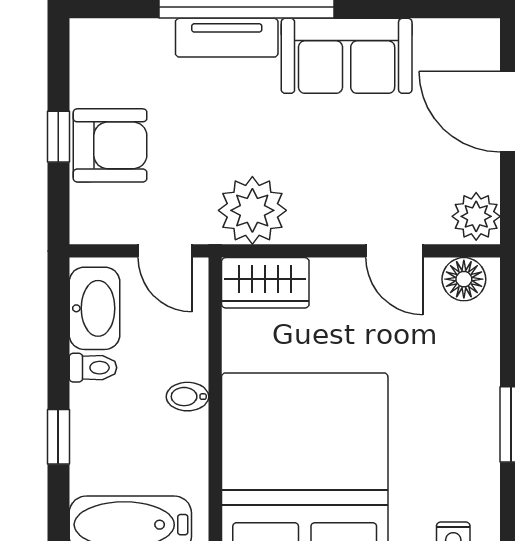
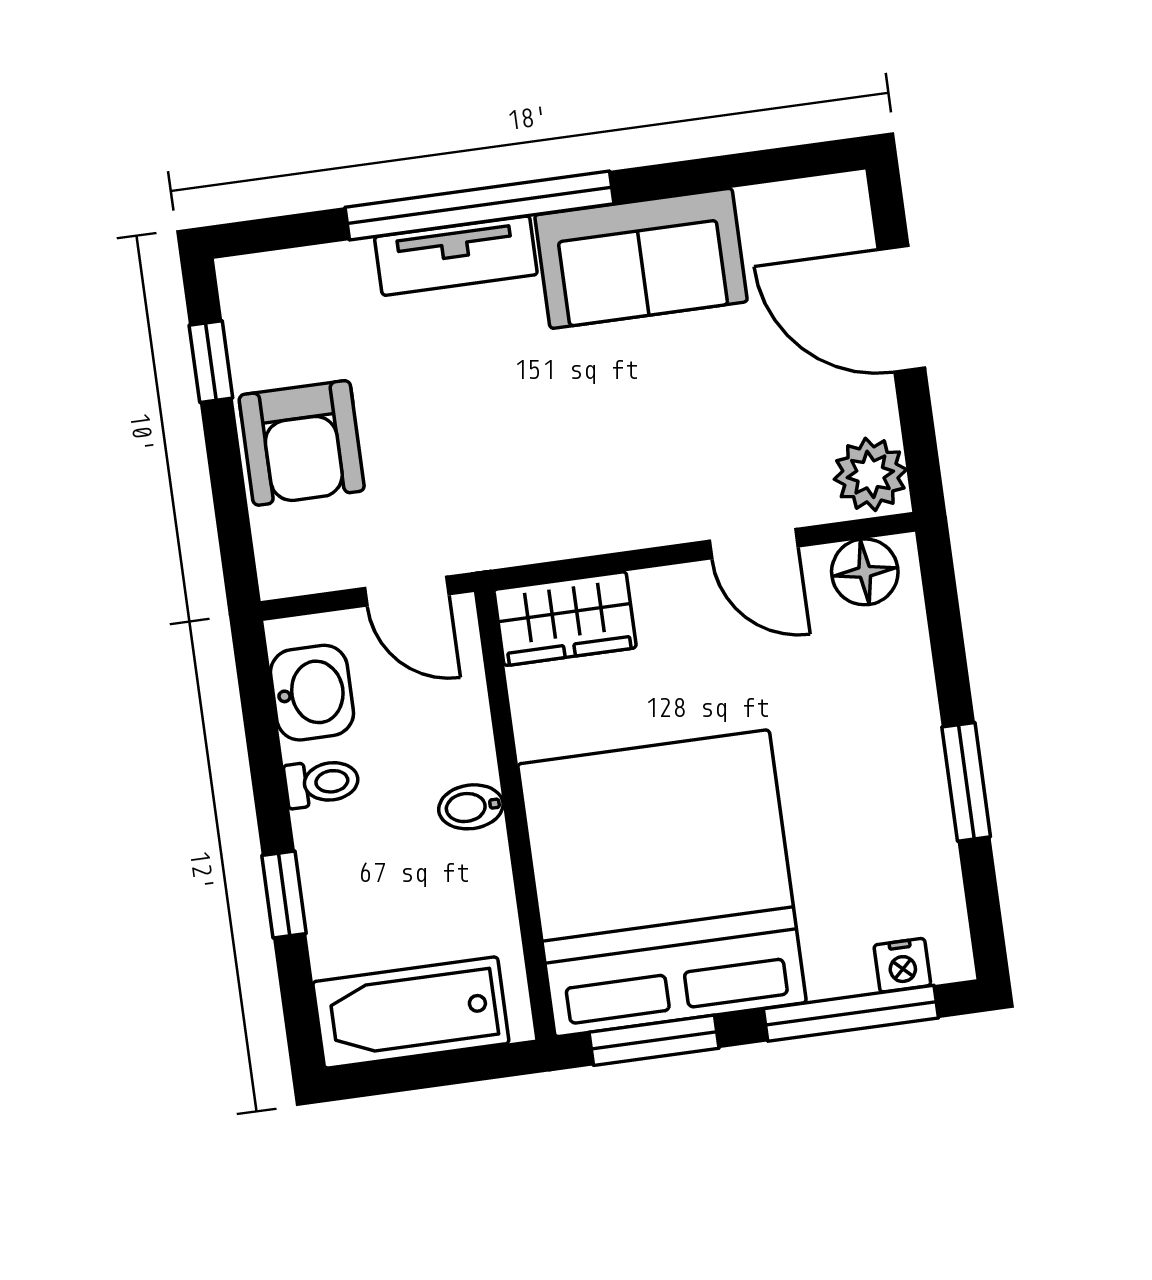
window: (58, 137) -> (211, 362), moved
armchair: (110, 145) -> (302, 443), turned 90
plant: (252, 210) -> (530, 512), removed
washbasin: (95, 308) -> (312, 693), width x0.72

